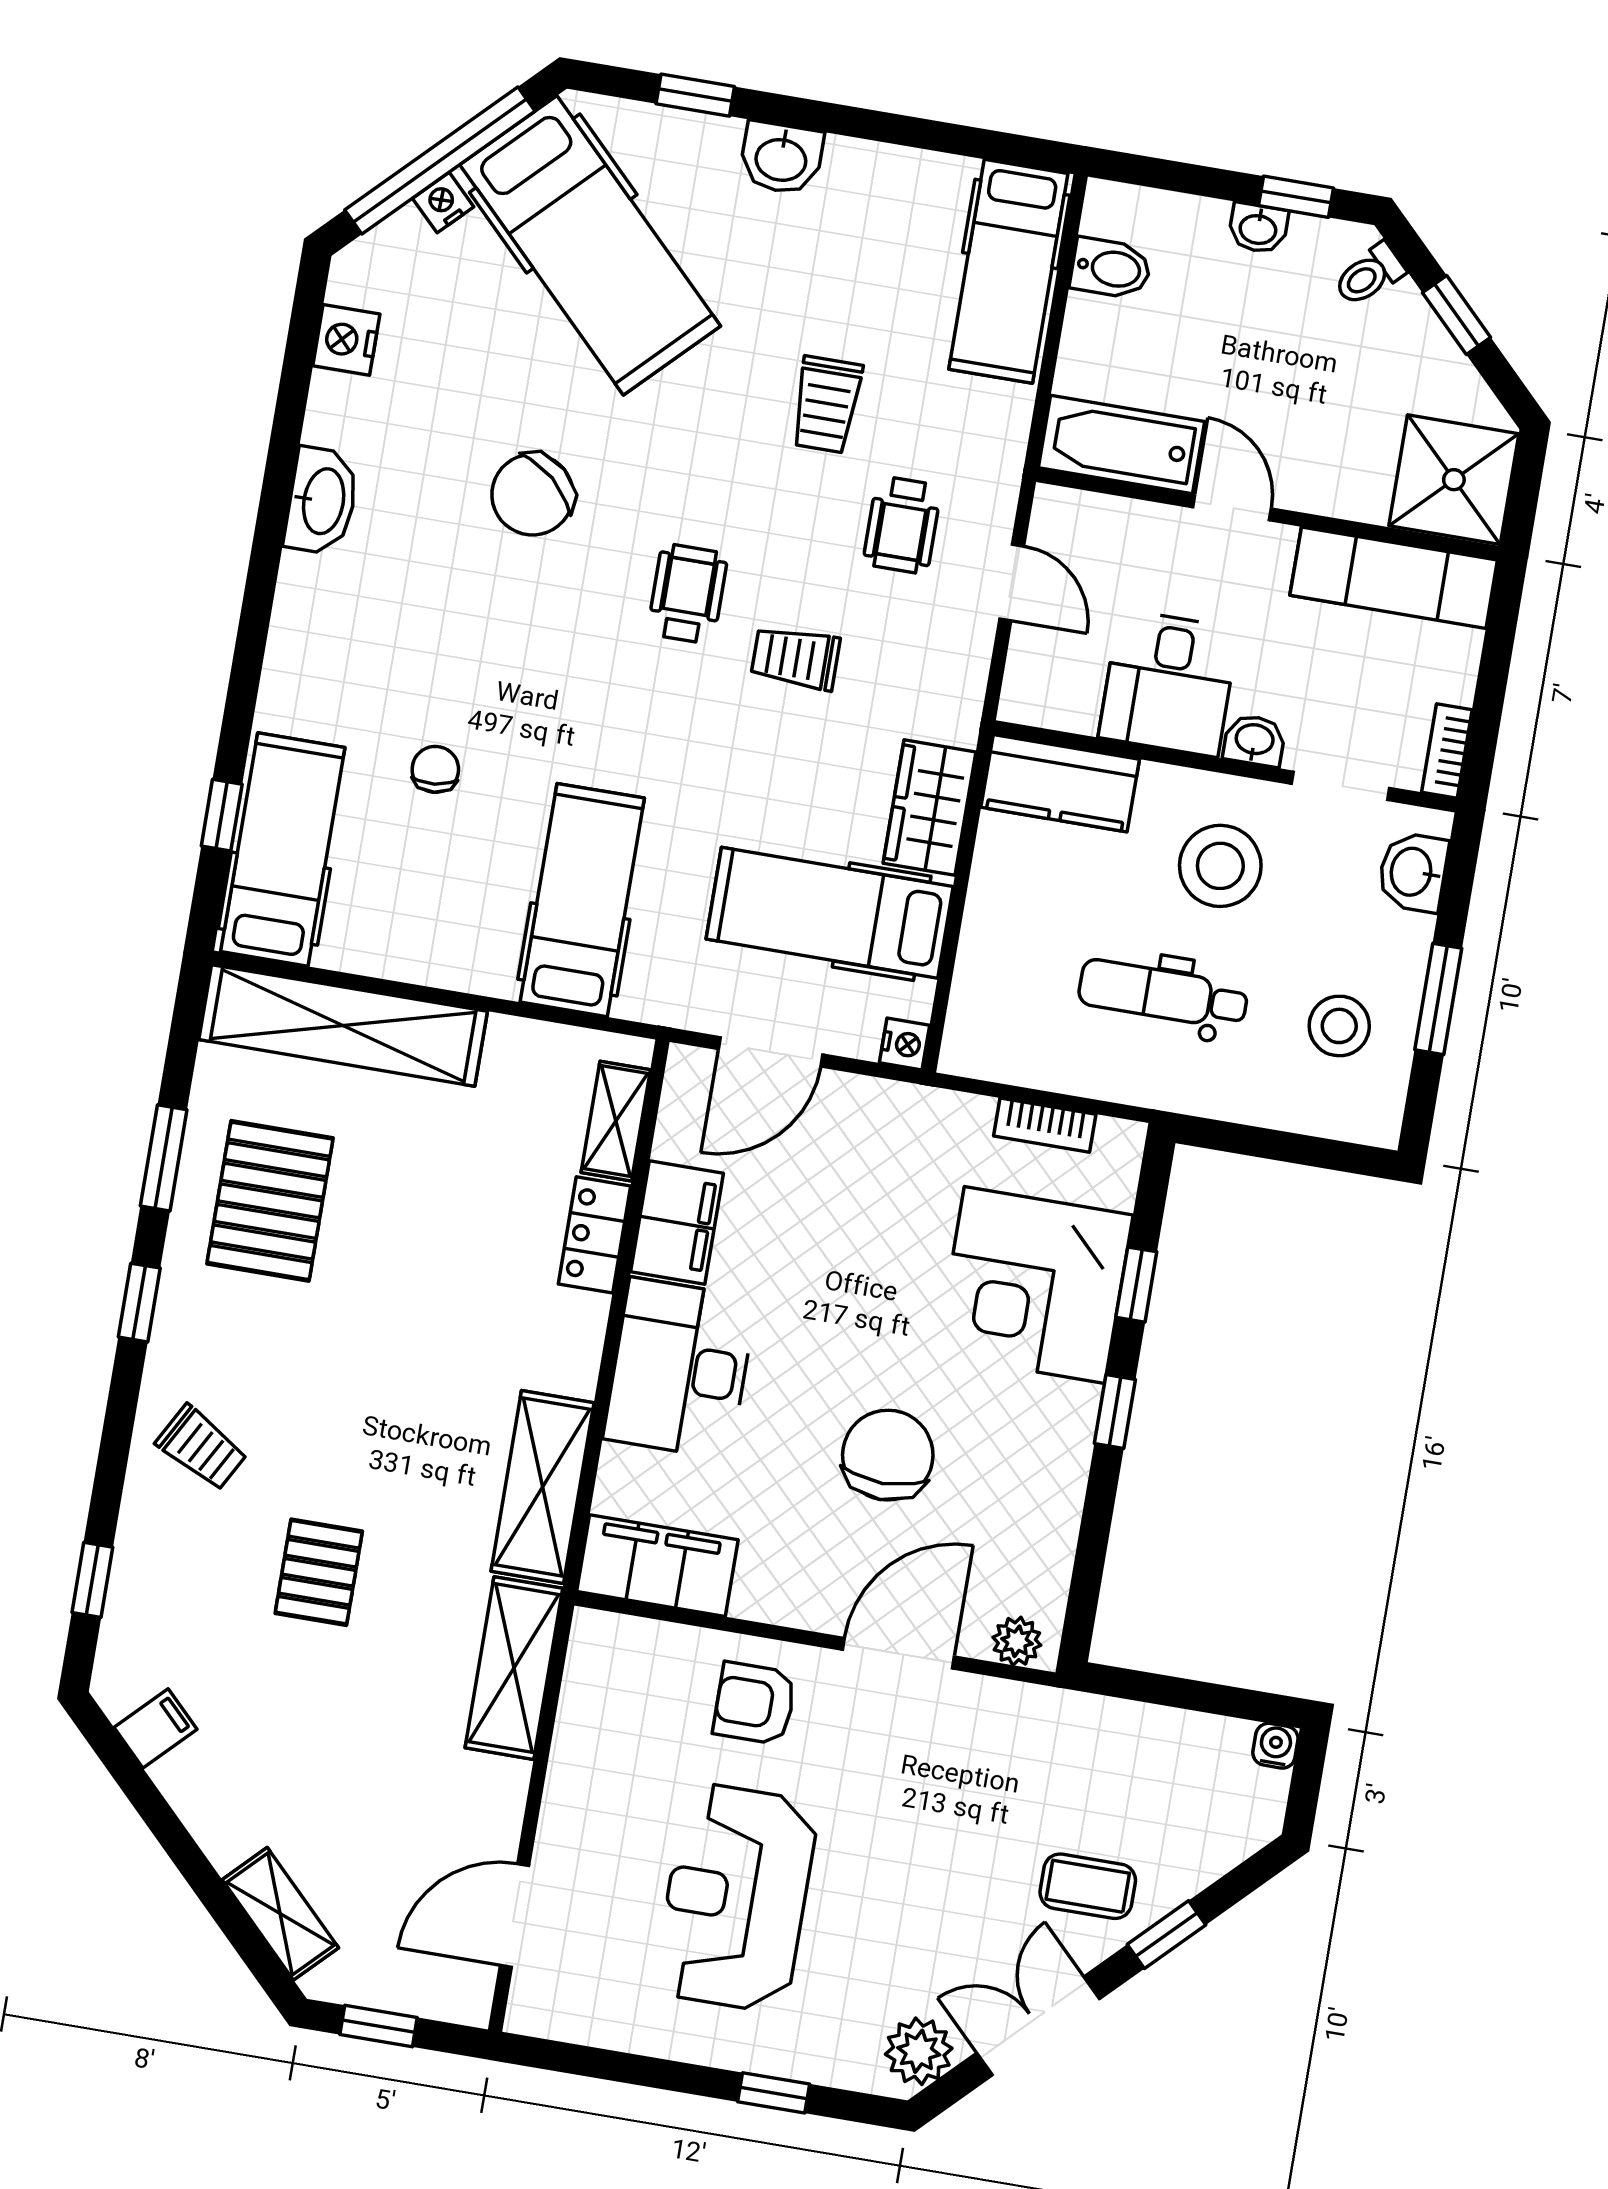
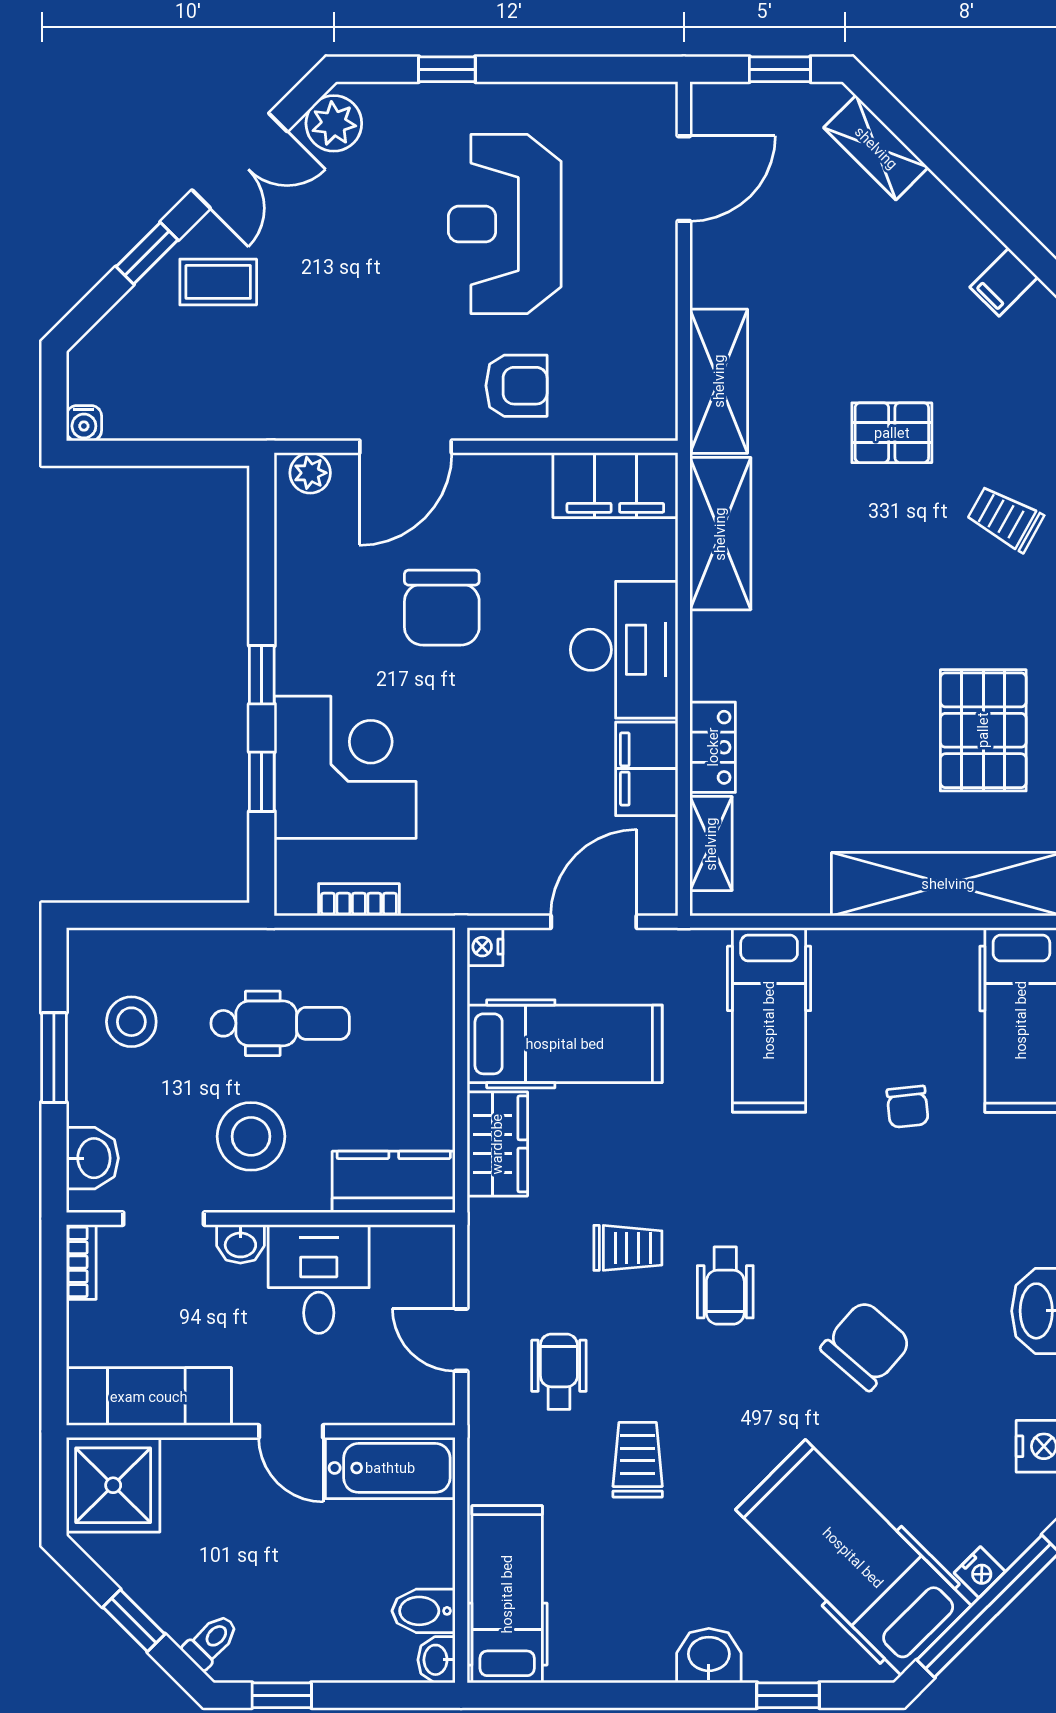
washbasin: (1258, 228) -> (437, 1660), moved, turned -90
pallet: (319, 1572) -> (892, 433), turned 90
reception desk: (736, 1898) -> (505, 224), turned 180

